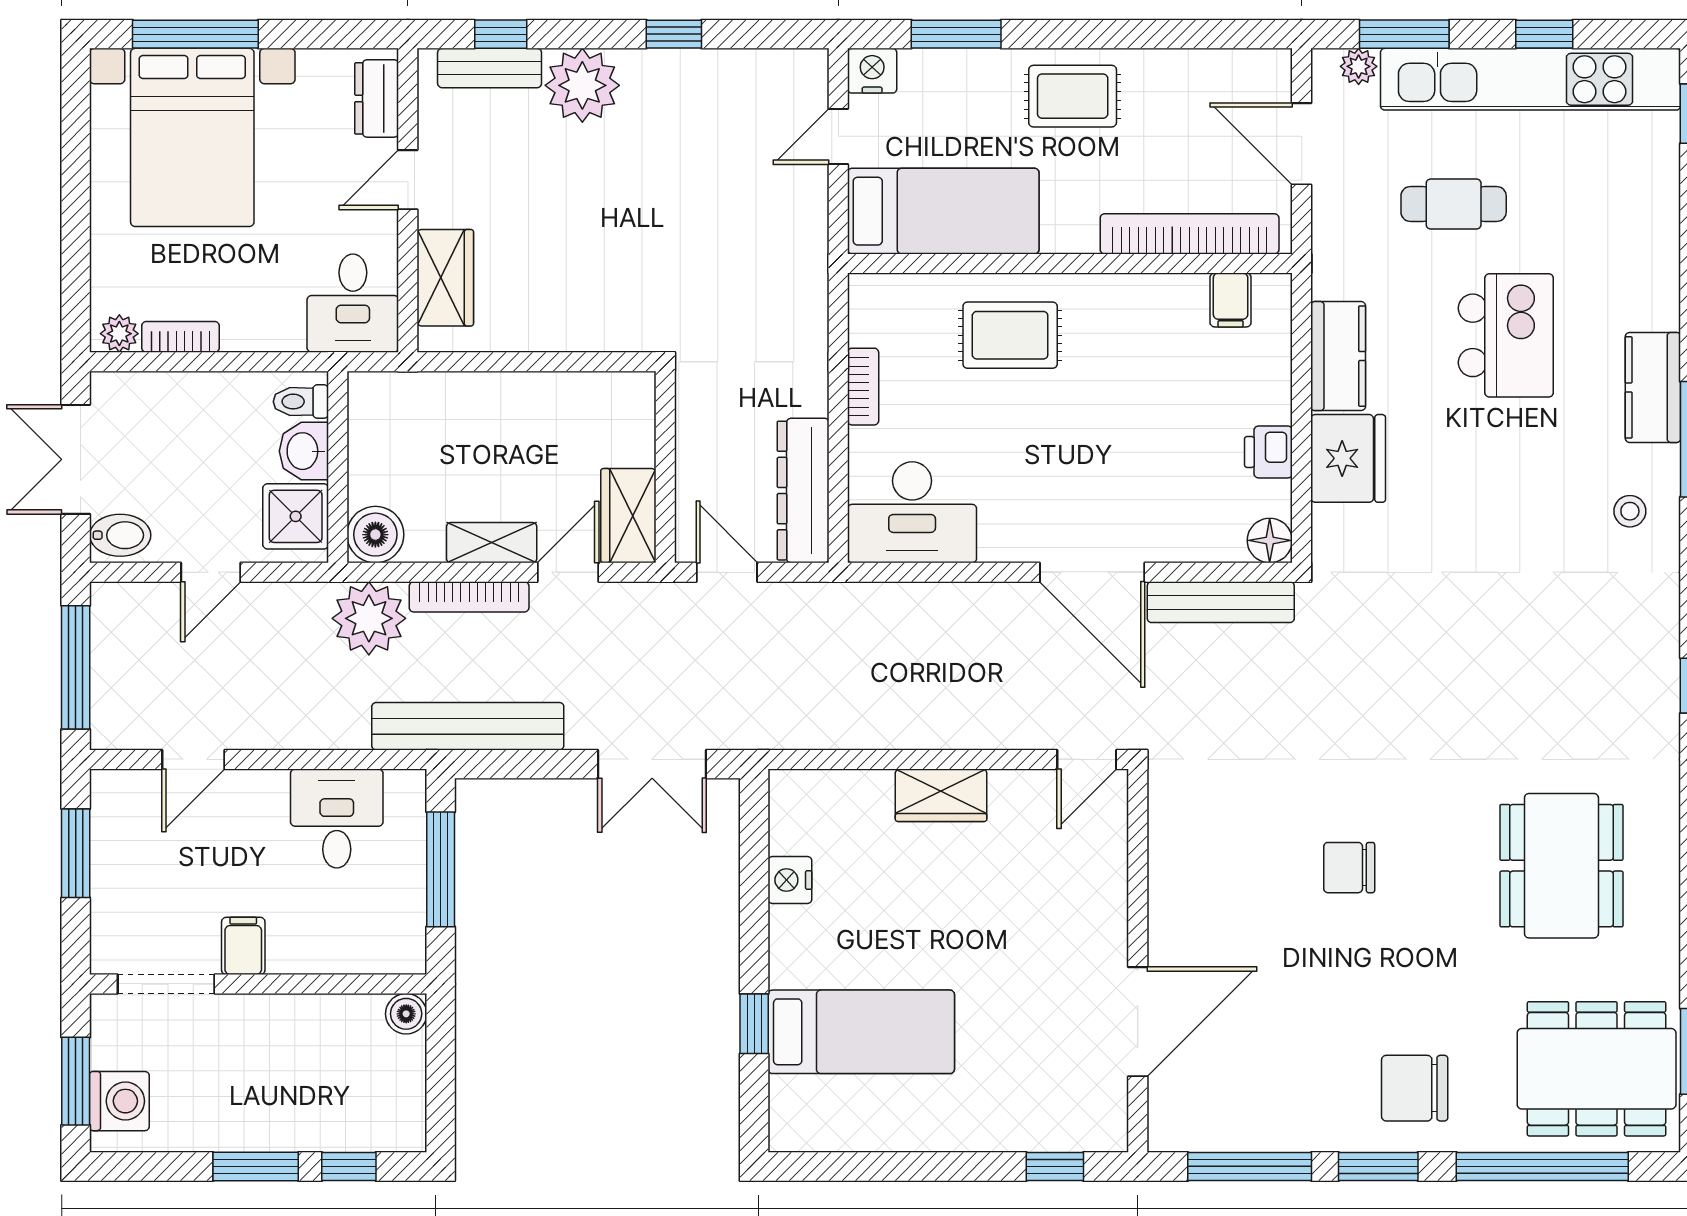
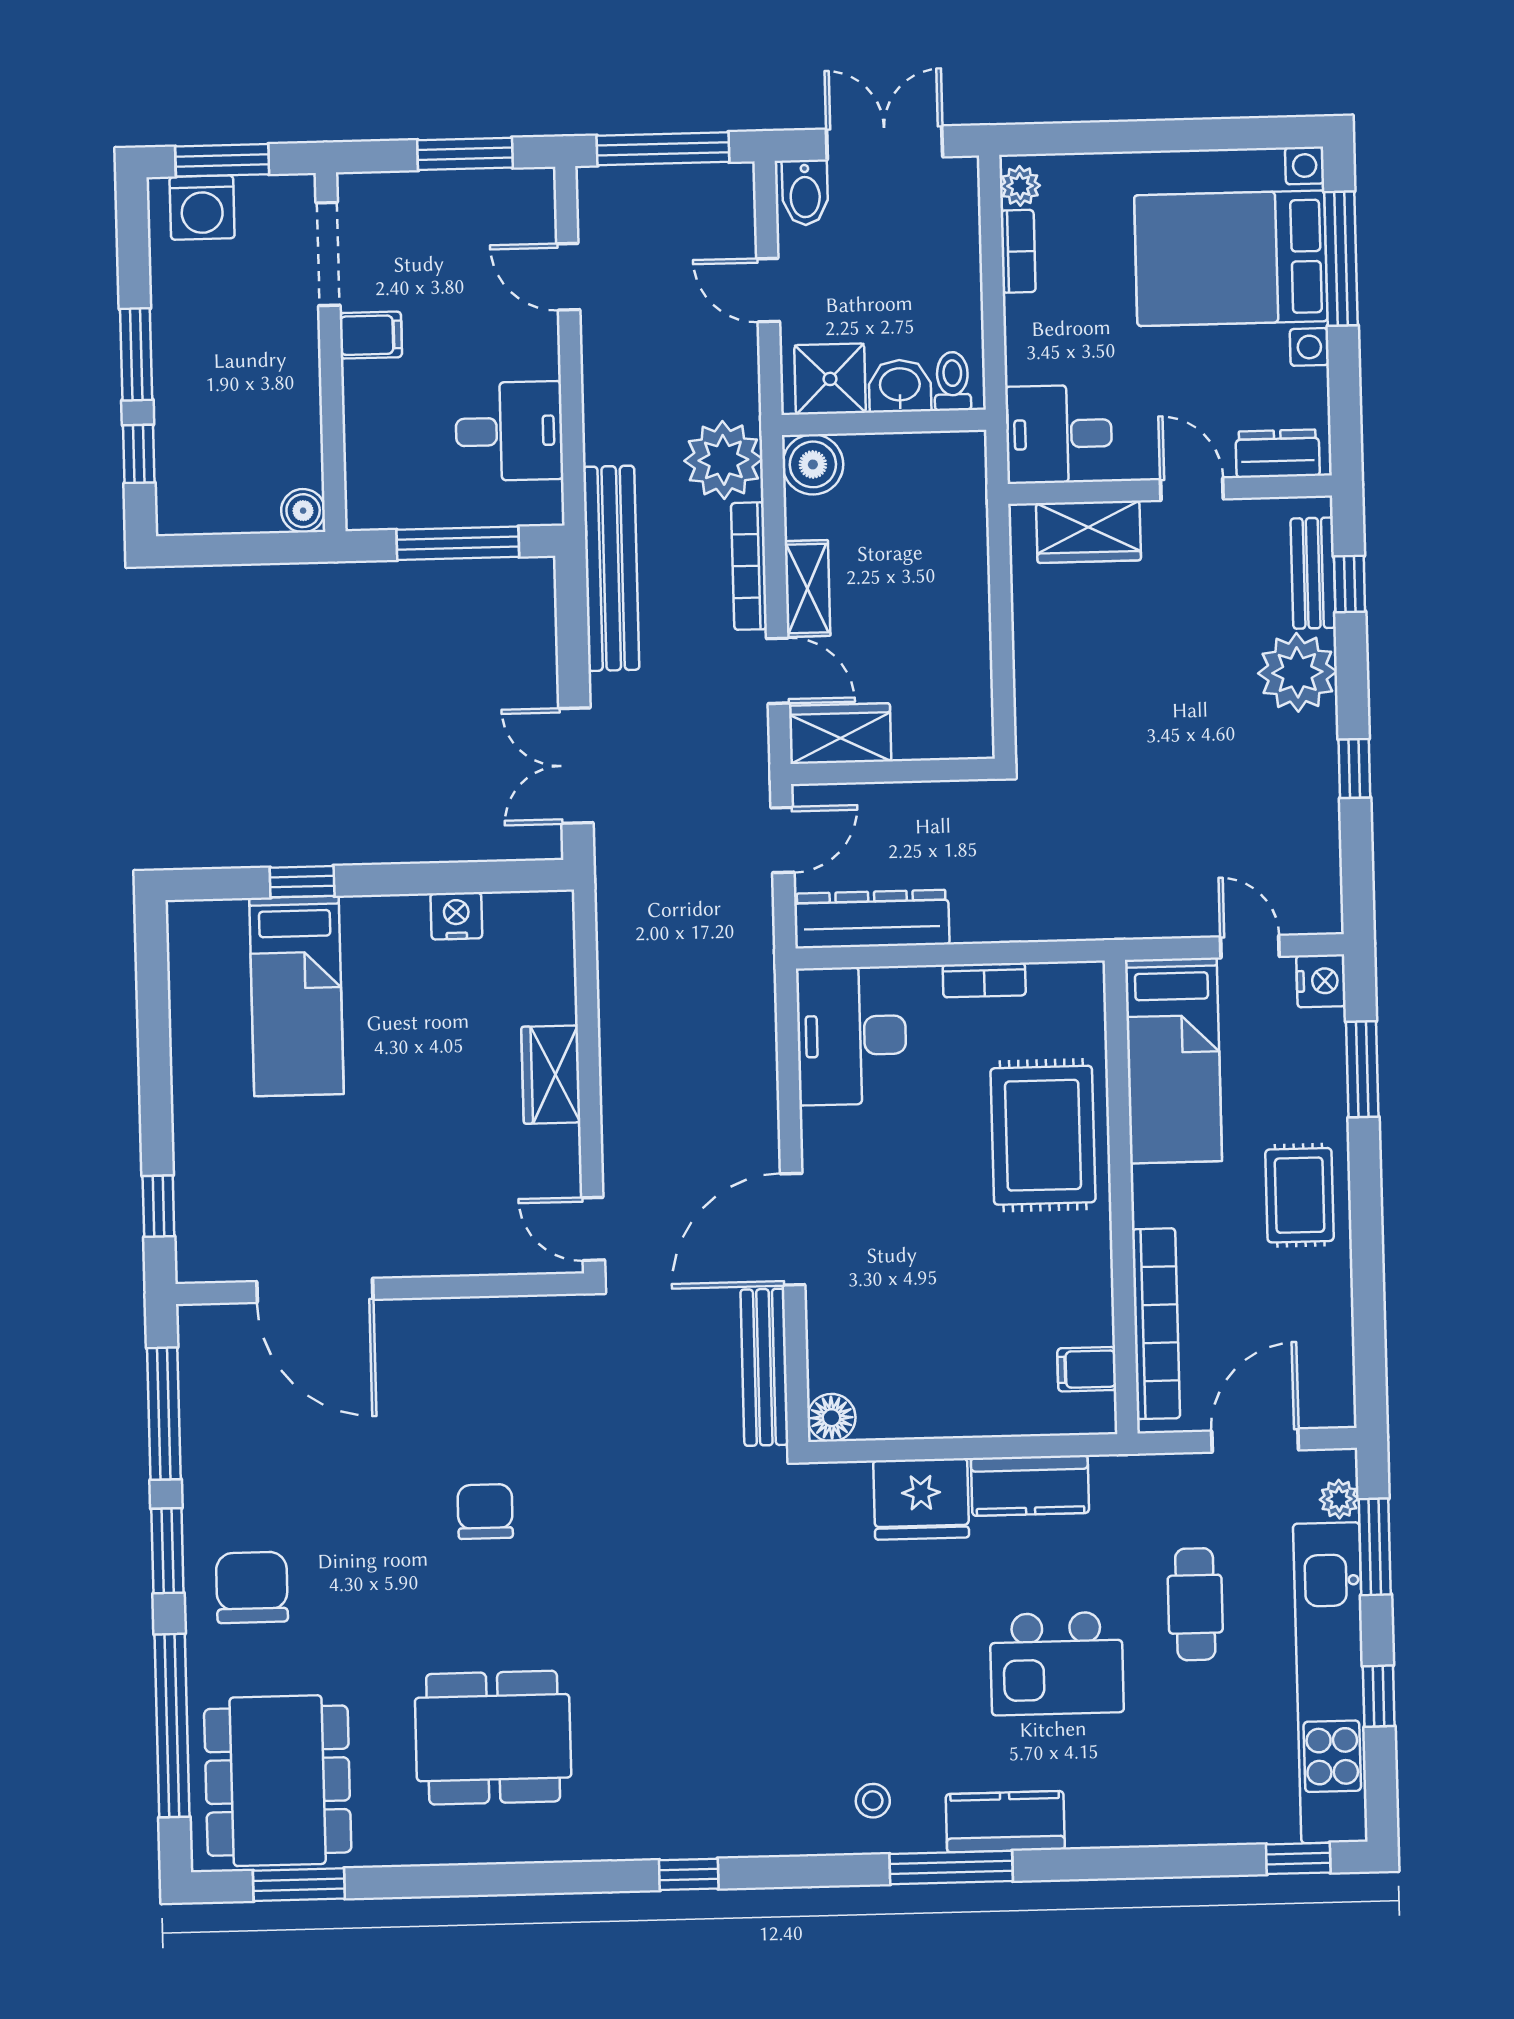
rug: (1010, 335) -> (1043, 1135), width x1.36, depth x1.43
printer: (1268, 452) -> (926, 1414), removed

